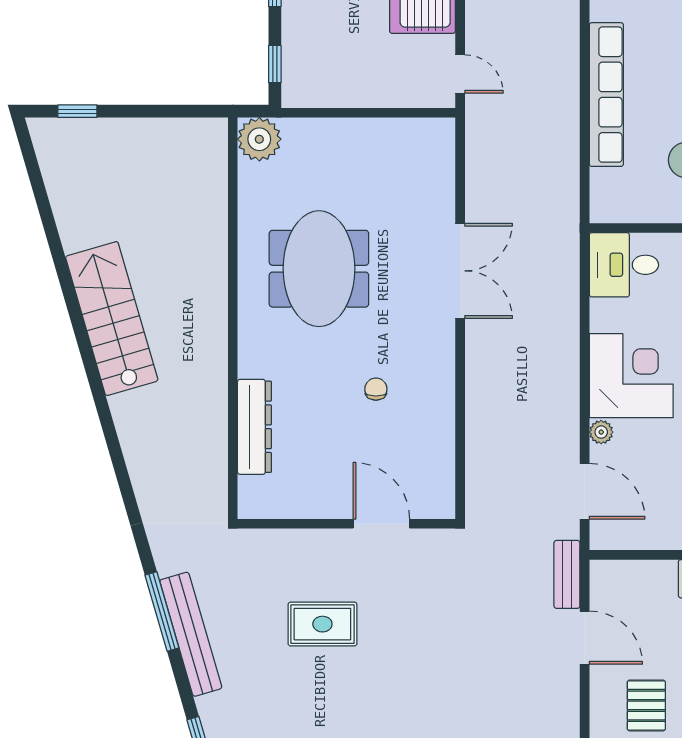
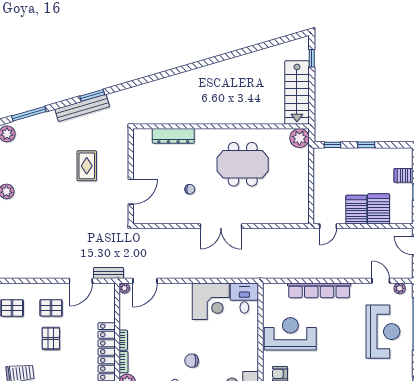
double door: (460, 271) -> (221, 226), moved
stairs: (112, 319) -> (297, 92), moved, turned 106
corner desk: (631, 376) -> (211, 301), moved
plant: (601, 432) -> (124, 288), moved
window: (162, 611) -> (92, 95), width x0.69

